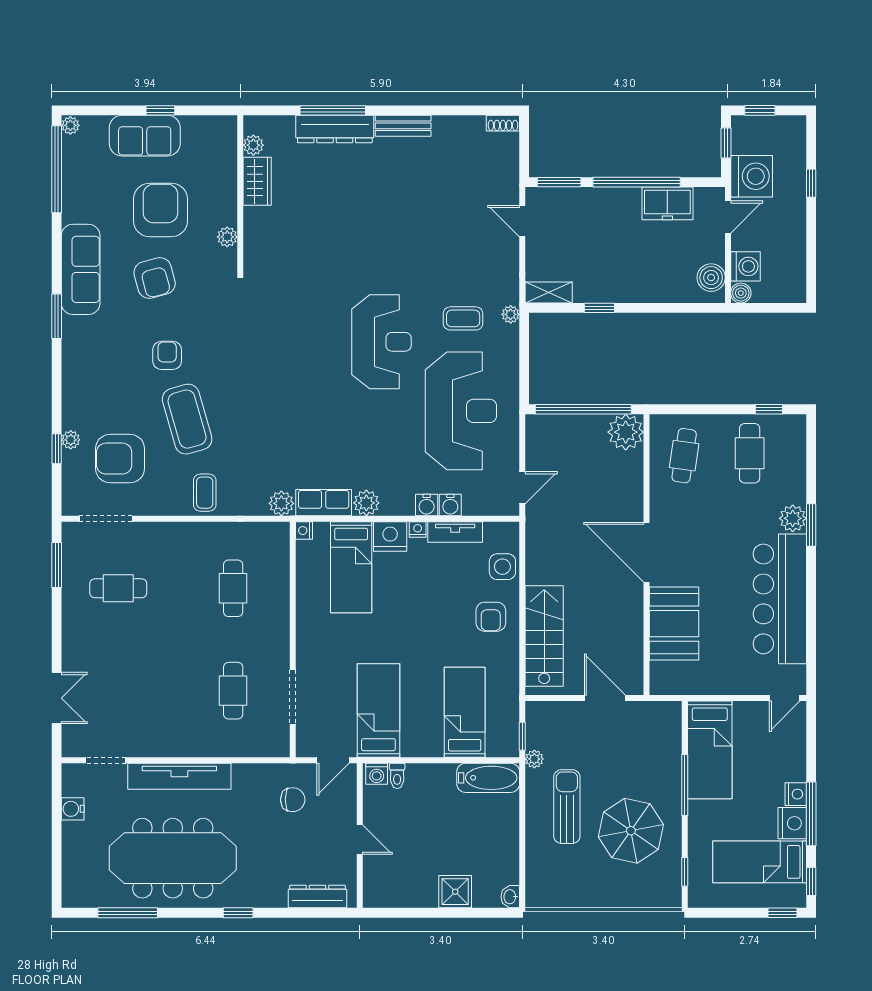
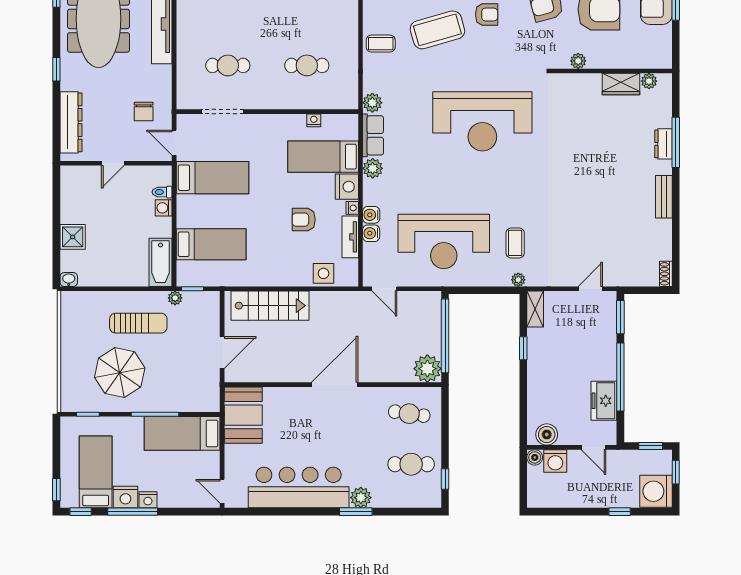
dresser: (335, 129) -> (663, 144), width x0.51, depth x0.80
washing machine: (752, 176) -> (656, 491), moved, turned 90
reception desk: (381, 342) -> (482, 121), moved, width x1.36, depth x1.30
nightstand: (304, 531) -> (314, 120), moved
armchair: (491, 617) -> (304, 220), moved
booth: (674, 624) -> (243, 415), moved, turned 90
washing machine: (377, 774) -> (164, 208), moved
dresser: (317, 897) -> (71, 122), width x1.37, depth x1.24

